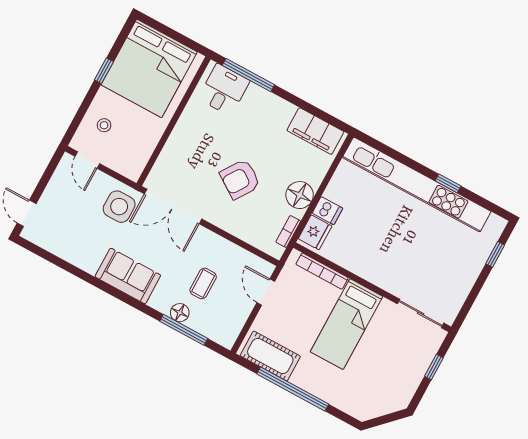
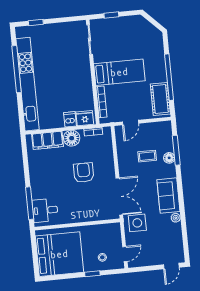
window: (104, 71) -> (92, 274), moved
filing cabinet: (315, 131) -> (48, 140), moved, turned 90
armchair: (240, 179) -> (84, 173), turned -124
window: (448, 183) -> (17, 69), width x3.17
plant: (90, 265) -> (176, 218), added

